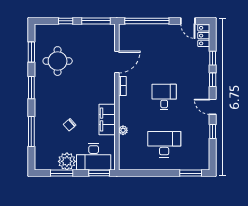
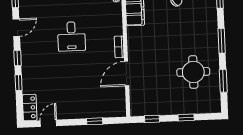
window: (96, 21) -> (152, 119), width x0.46
window: (147, 21) -> (95, 121), width x0.32
door: (188, 21) -> (48, 123), hinge flipped
door: (213, 107) -> (16, 28), hinge flipped

